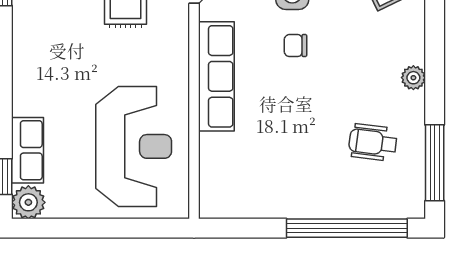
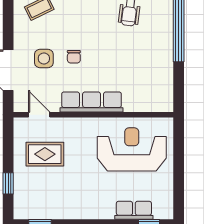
plant: (28, 202) -> (164, 210), removed

